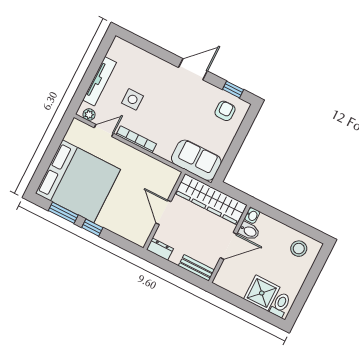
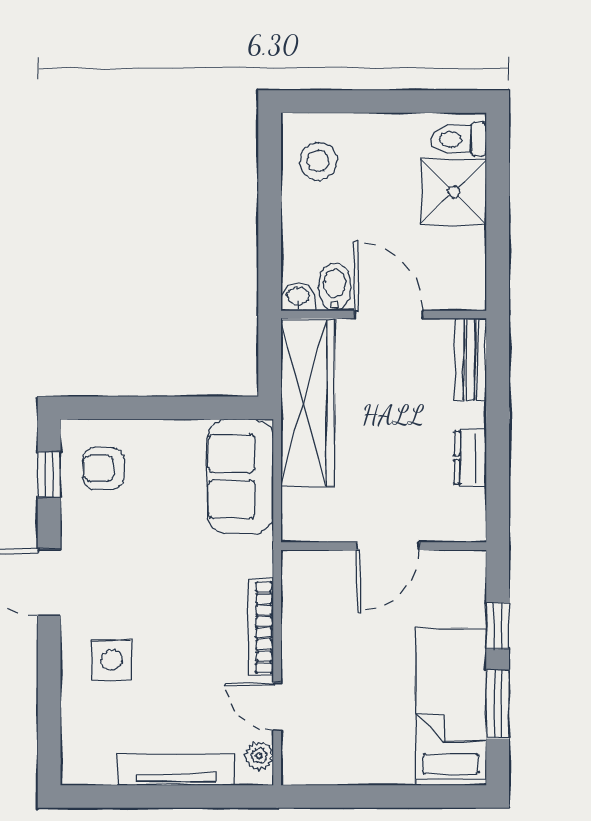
side table: (133, 99) -> (112, 660), moved
bed: (78, 181) -> (451, 707), width x0.49
wall: (164, 211) -> (384, 546), moved
door: (163, 212) -> (388, 546), moved

